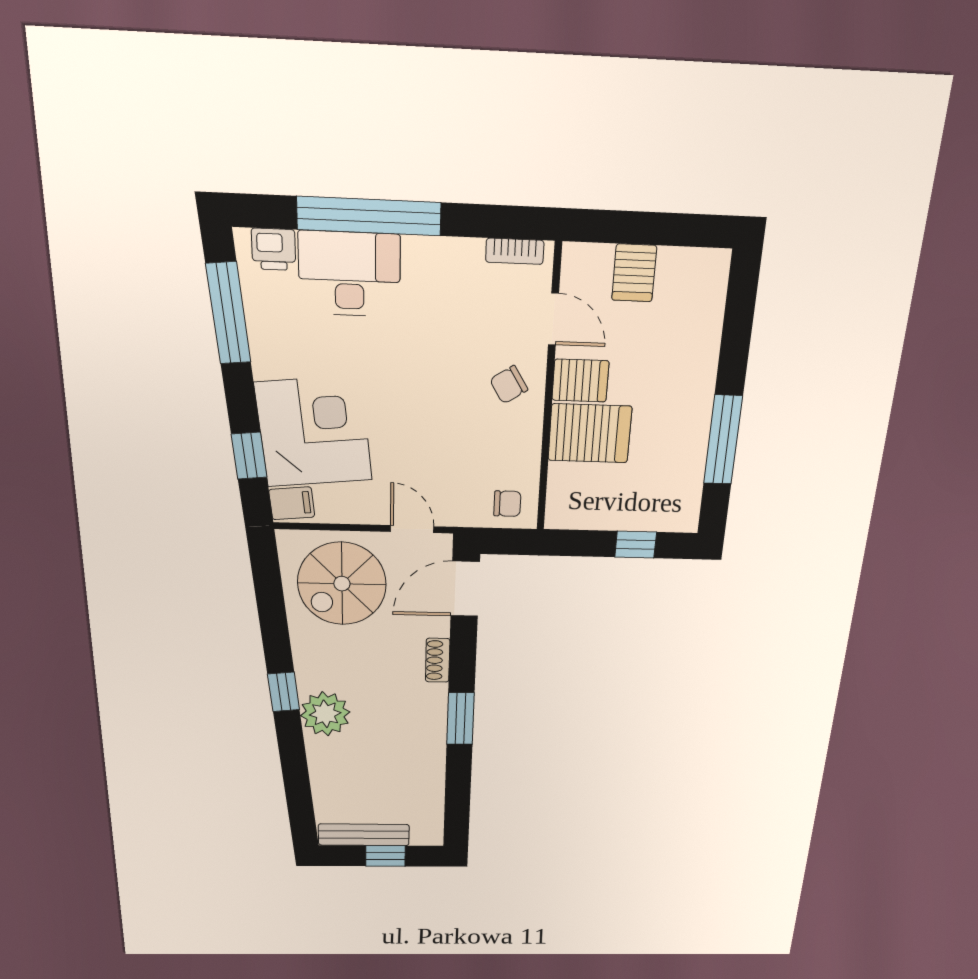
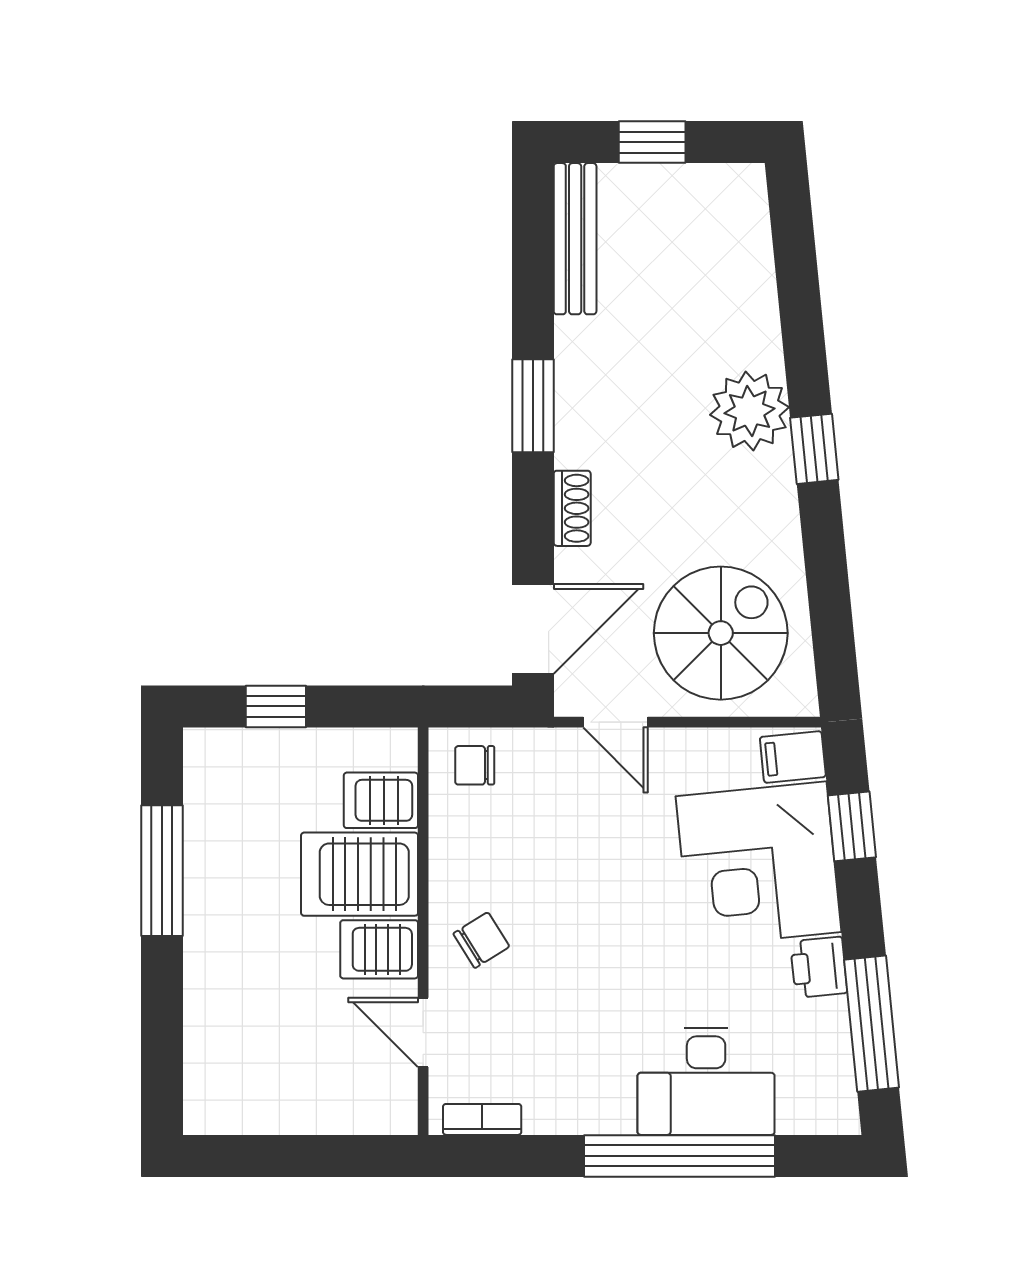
printer: (274, 249) -> (819, 967), moved, turned -96
server rack: (634, 273) -> (381, 800), moved, turned -90
bench: (364, 835) -> (575, 239), moved, turned 90

